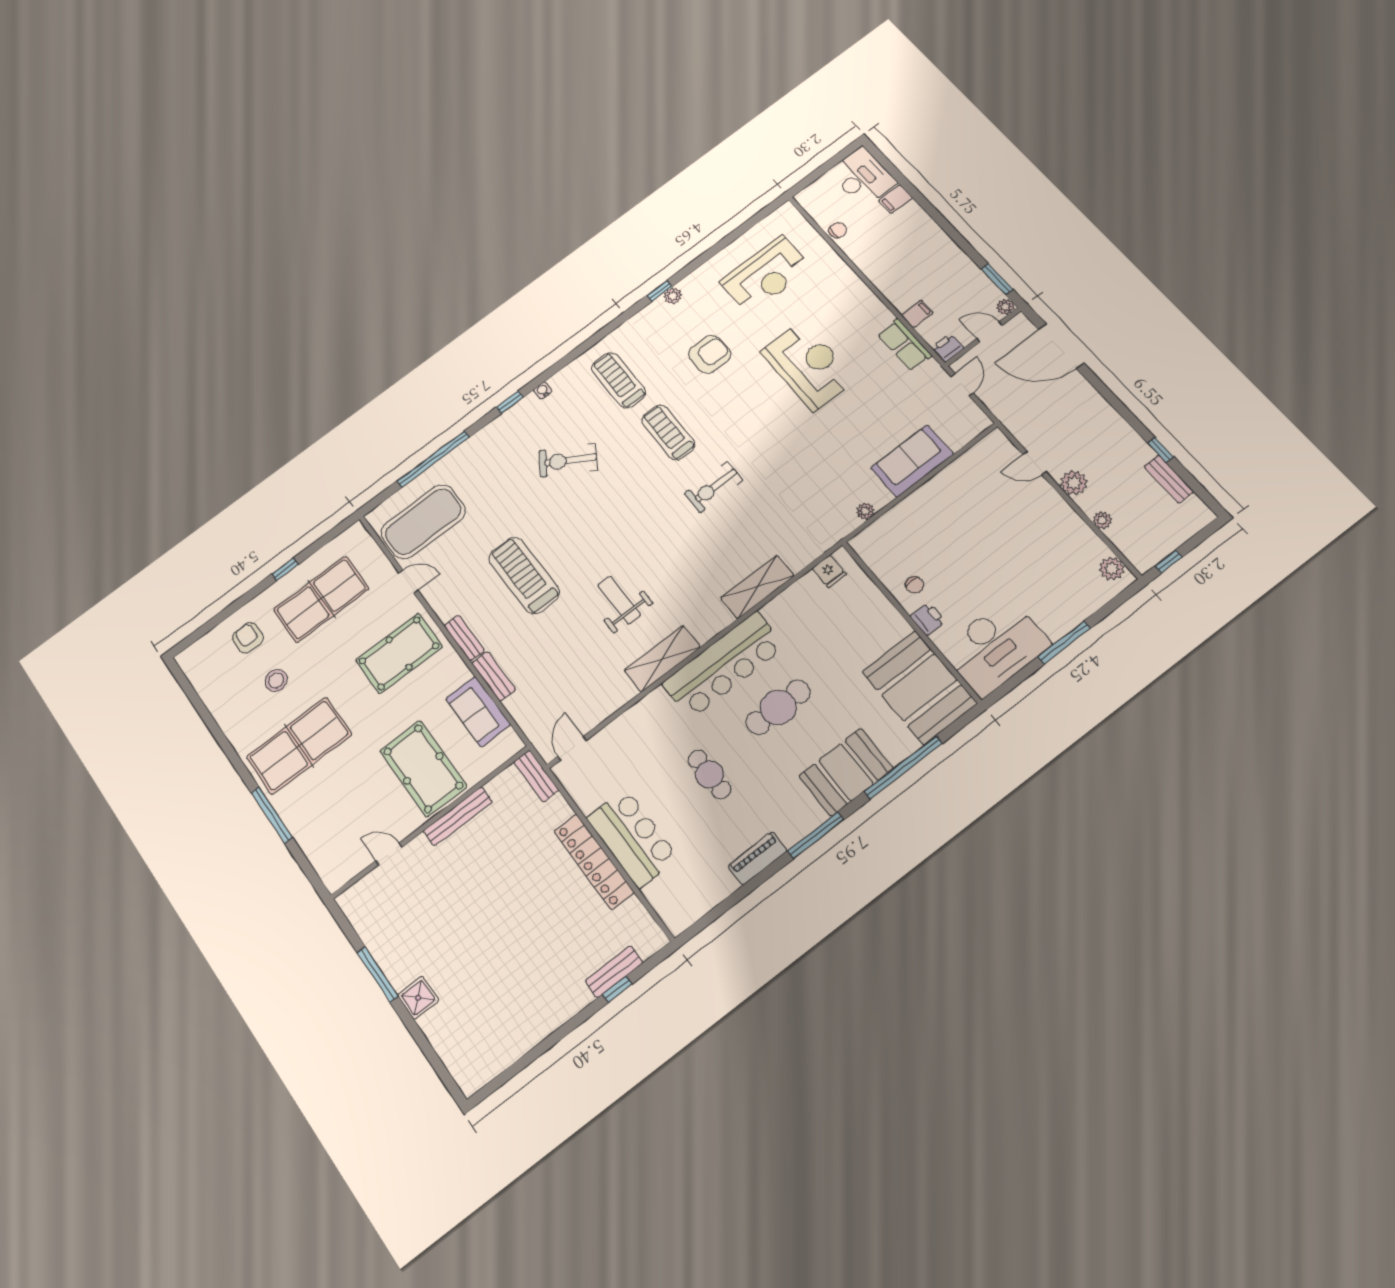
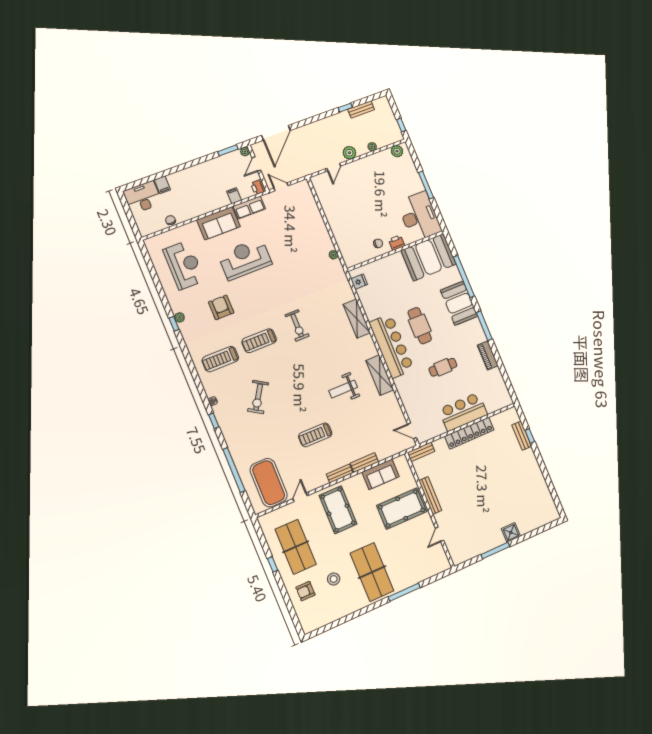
sofa: (912, 461) -> (218, 223), moved, turned -90
treadmill: (524, 575) -> (315, 435), width x0.73, depth x0.73

